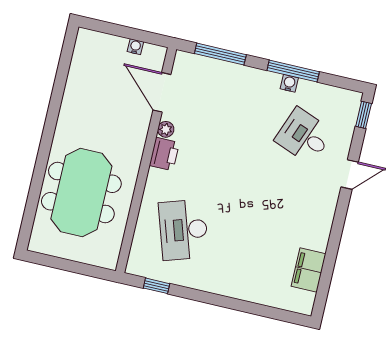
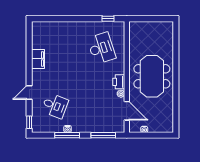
meeting table: (81, 192) -> (152, 76), moved
filing cabinet: (308, 270) -> (38, 59), moved

